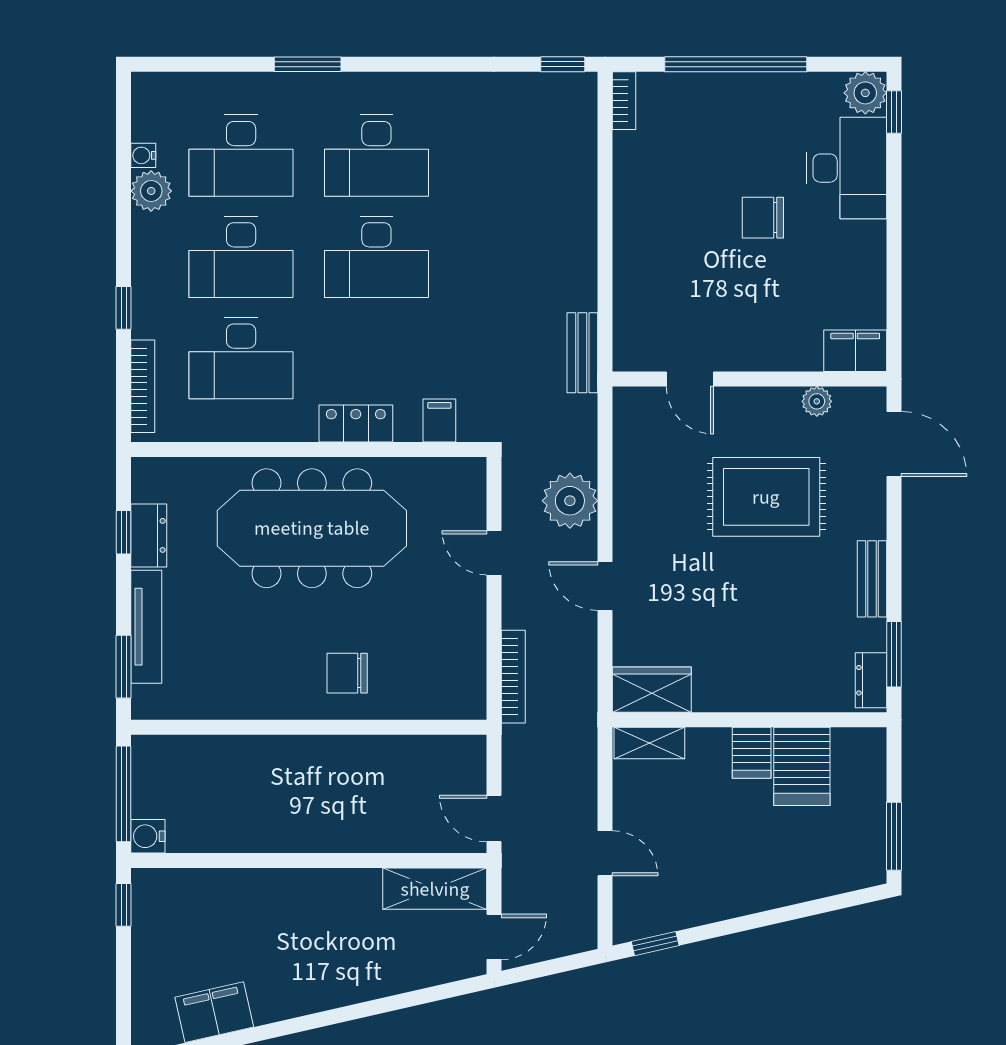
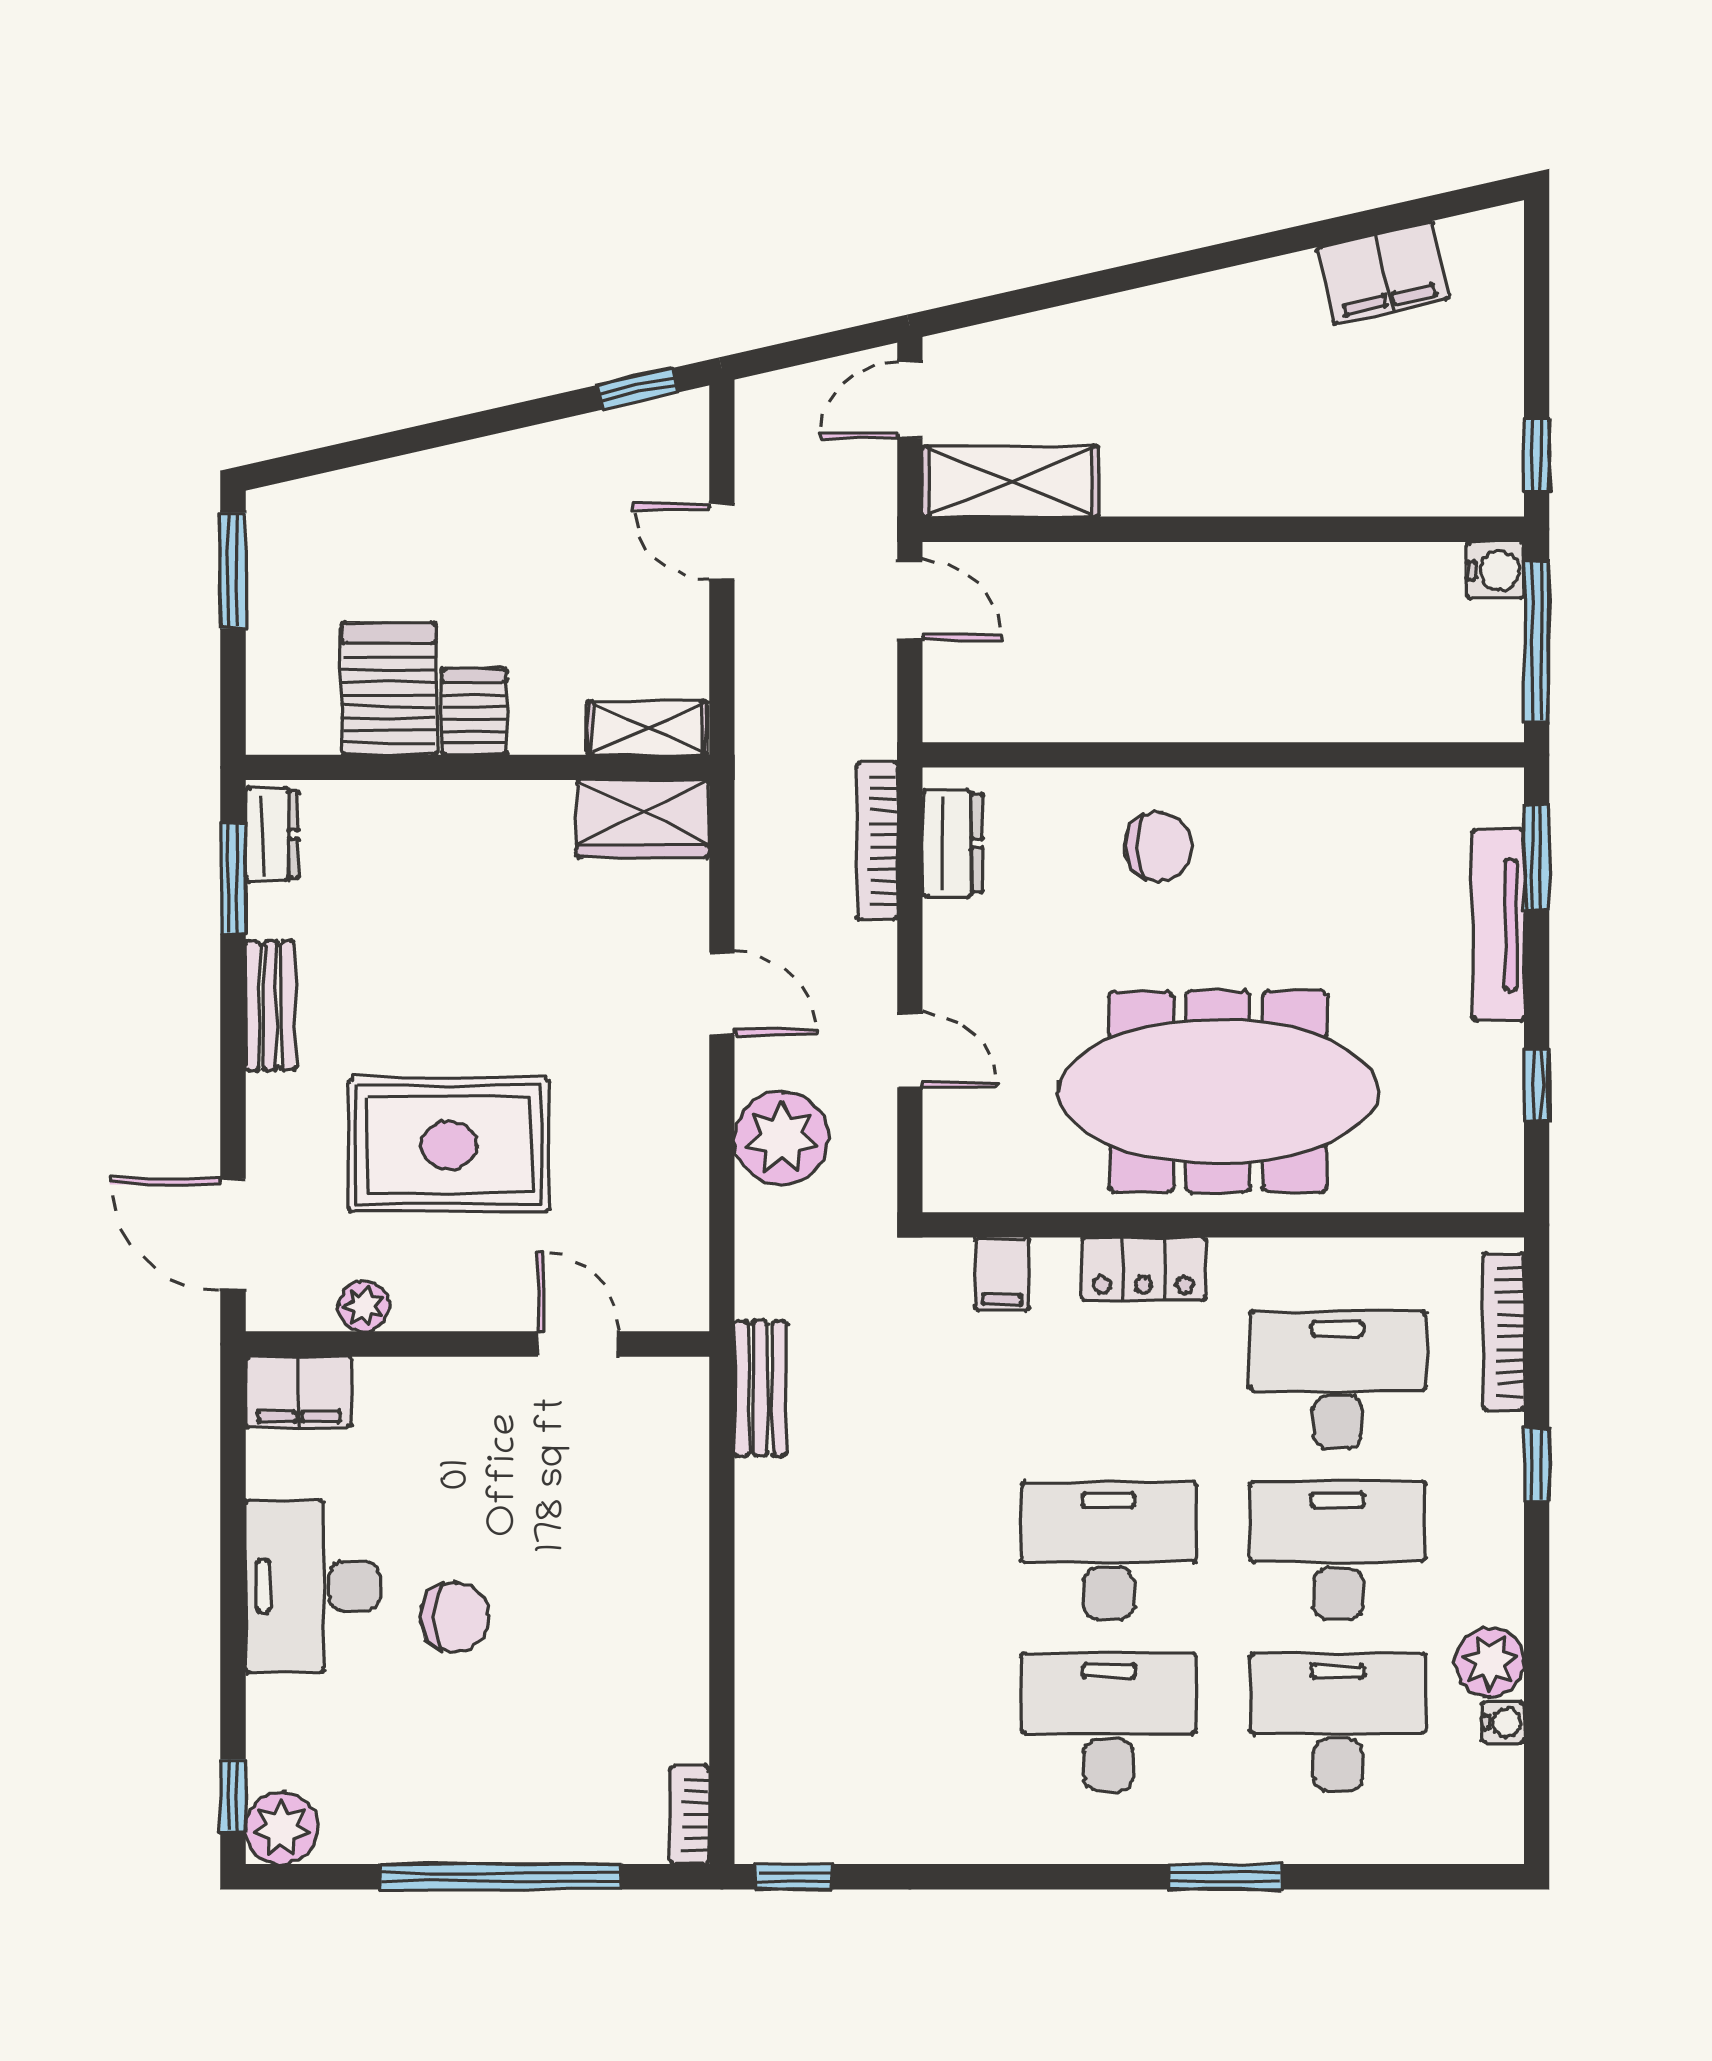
desk: (847, 168) -> (313, 1586), moved
dresser: (149, 535) -> (953, 843), moved, turned 180

